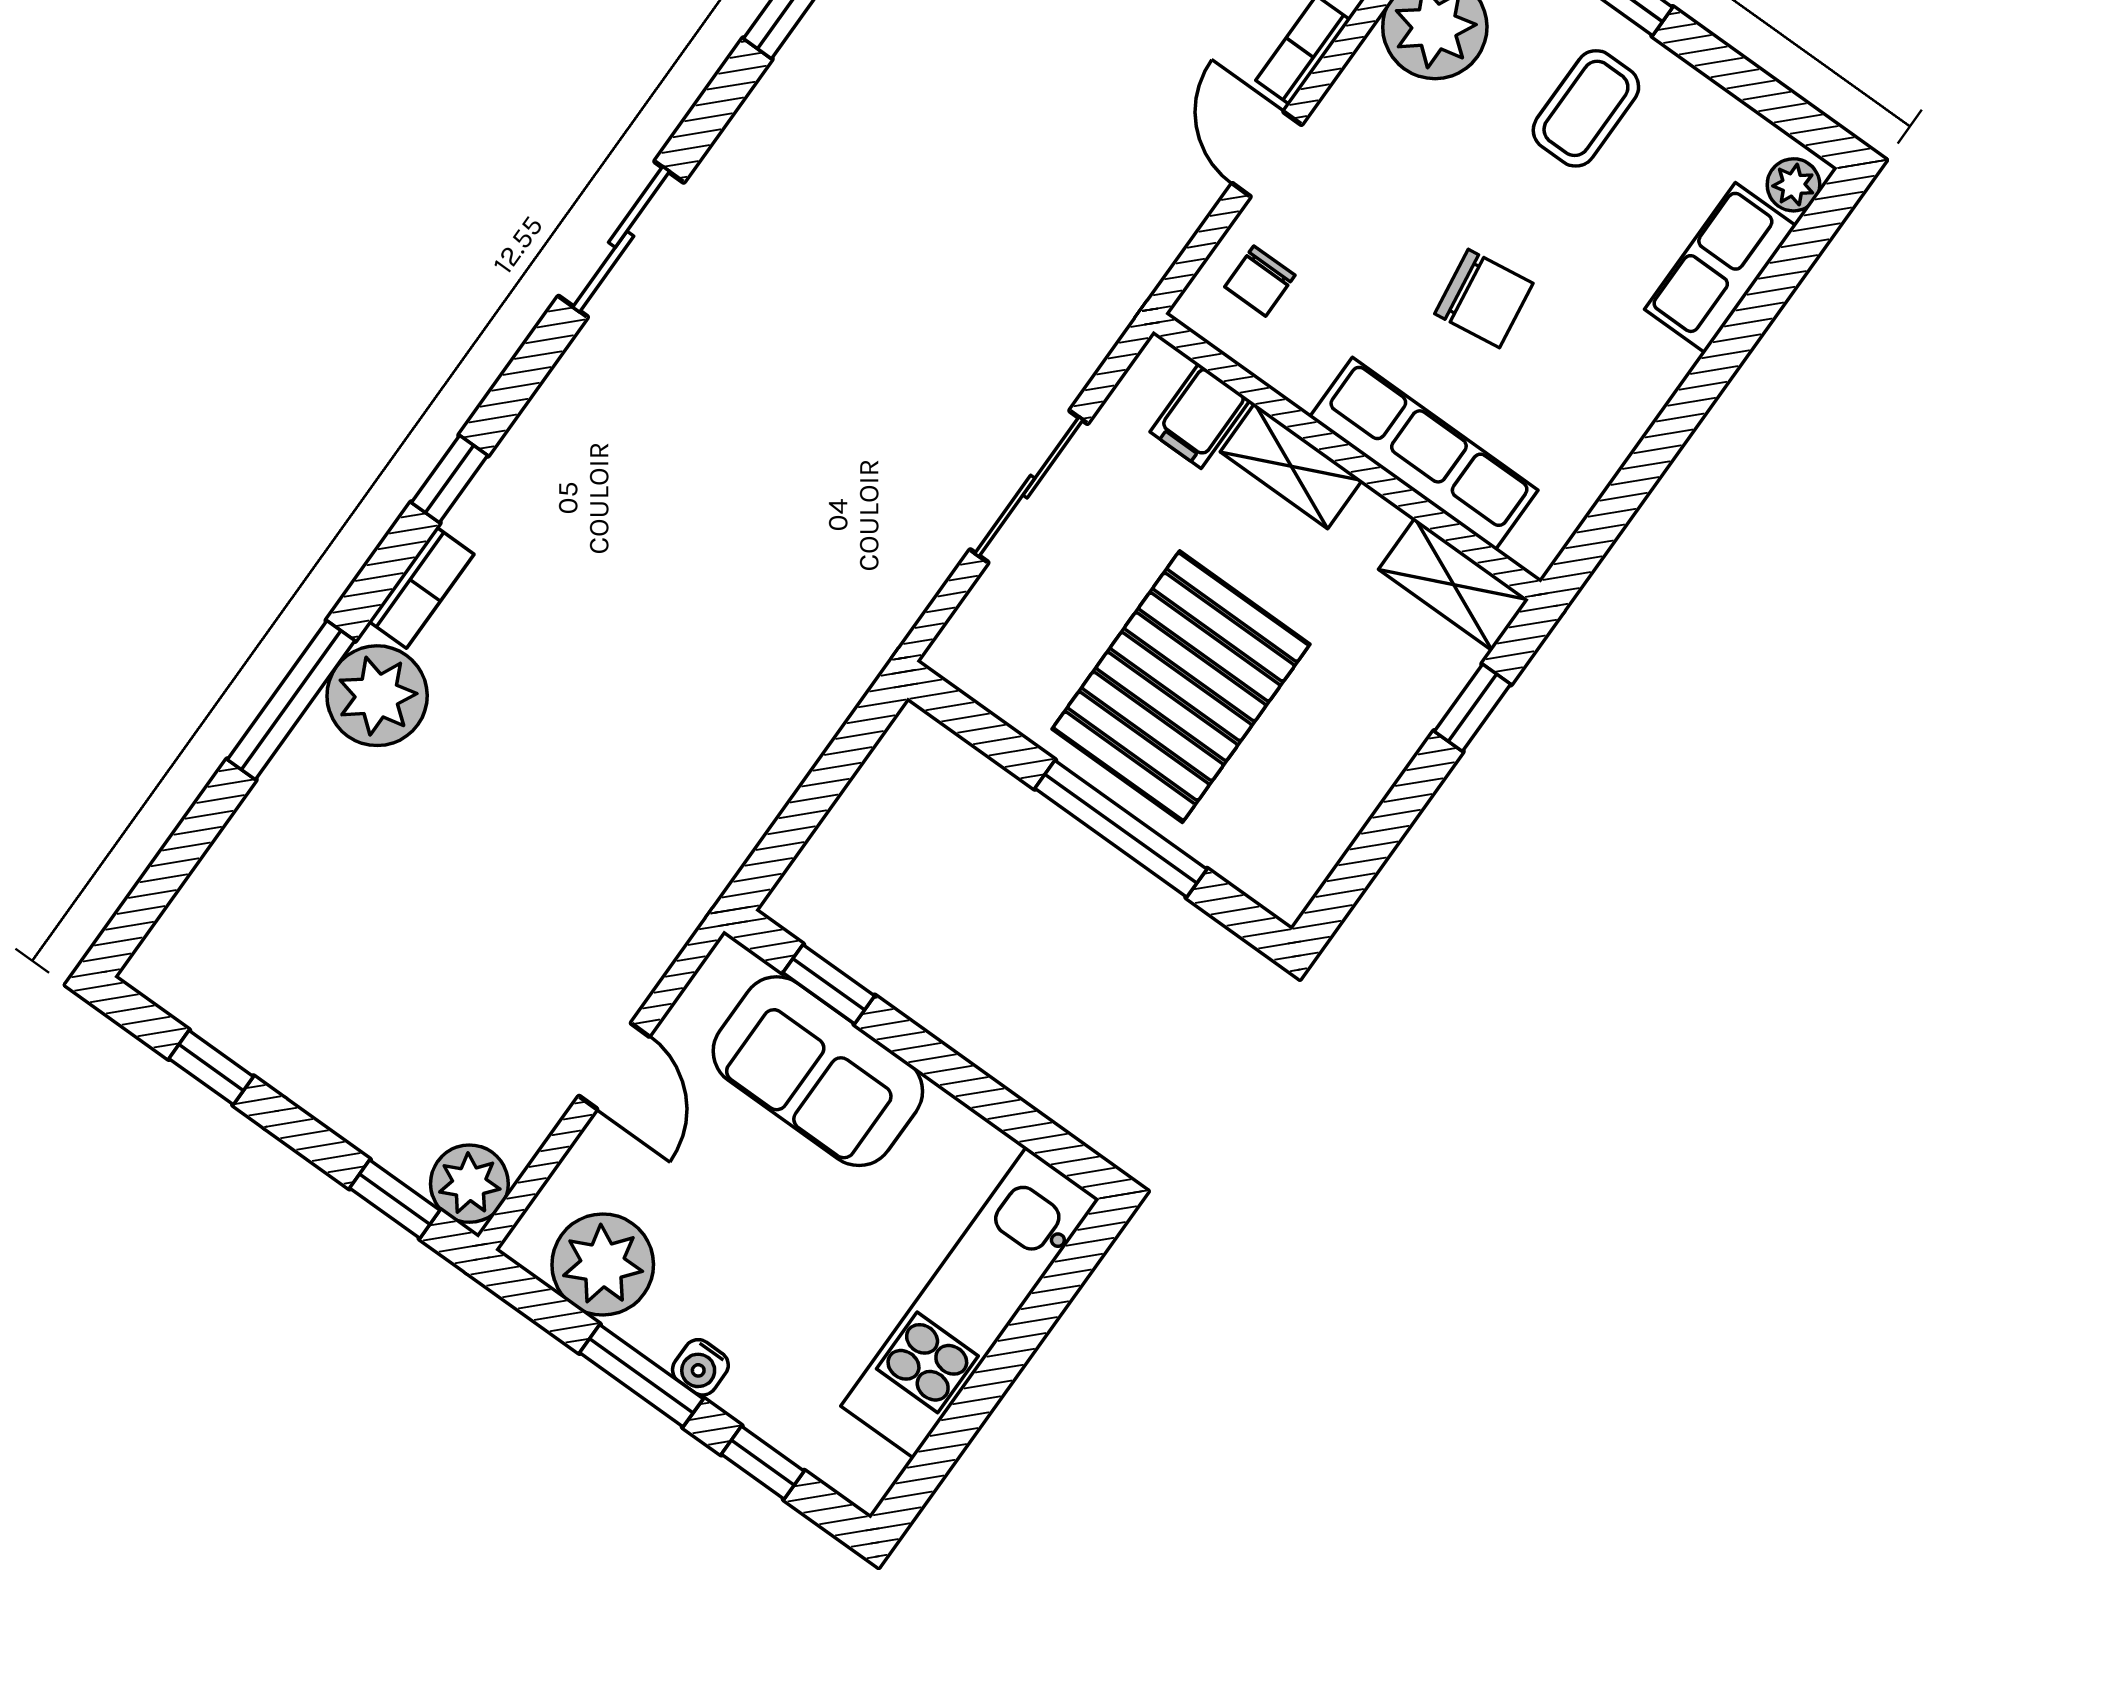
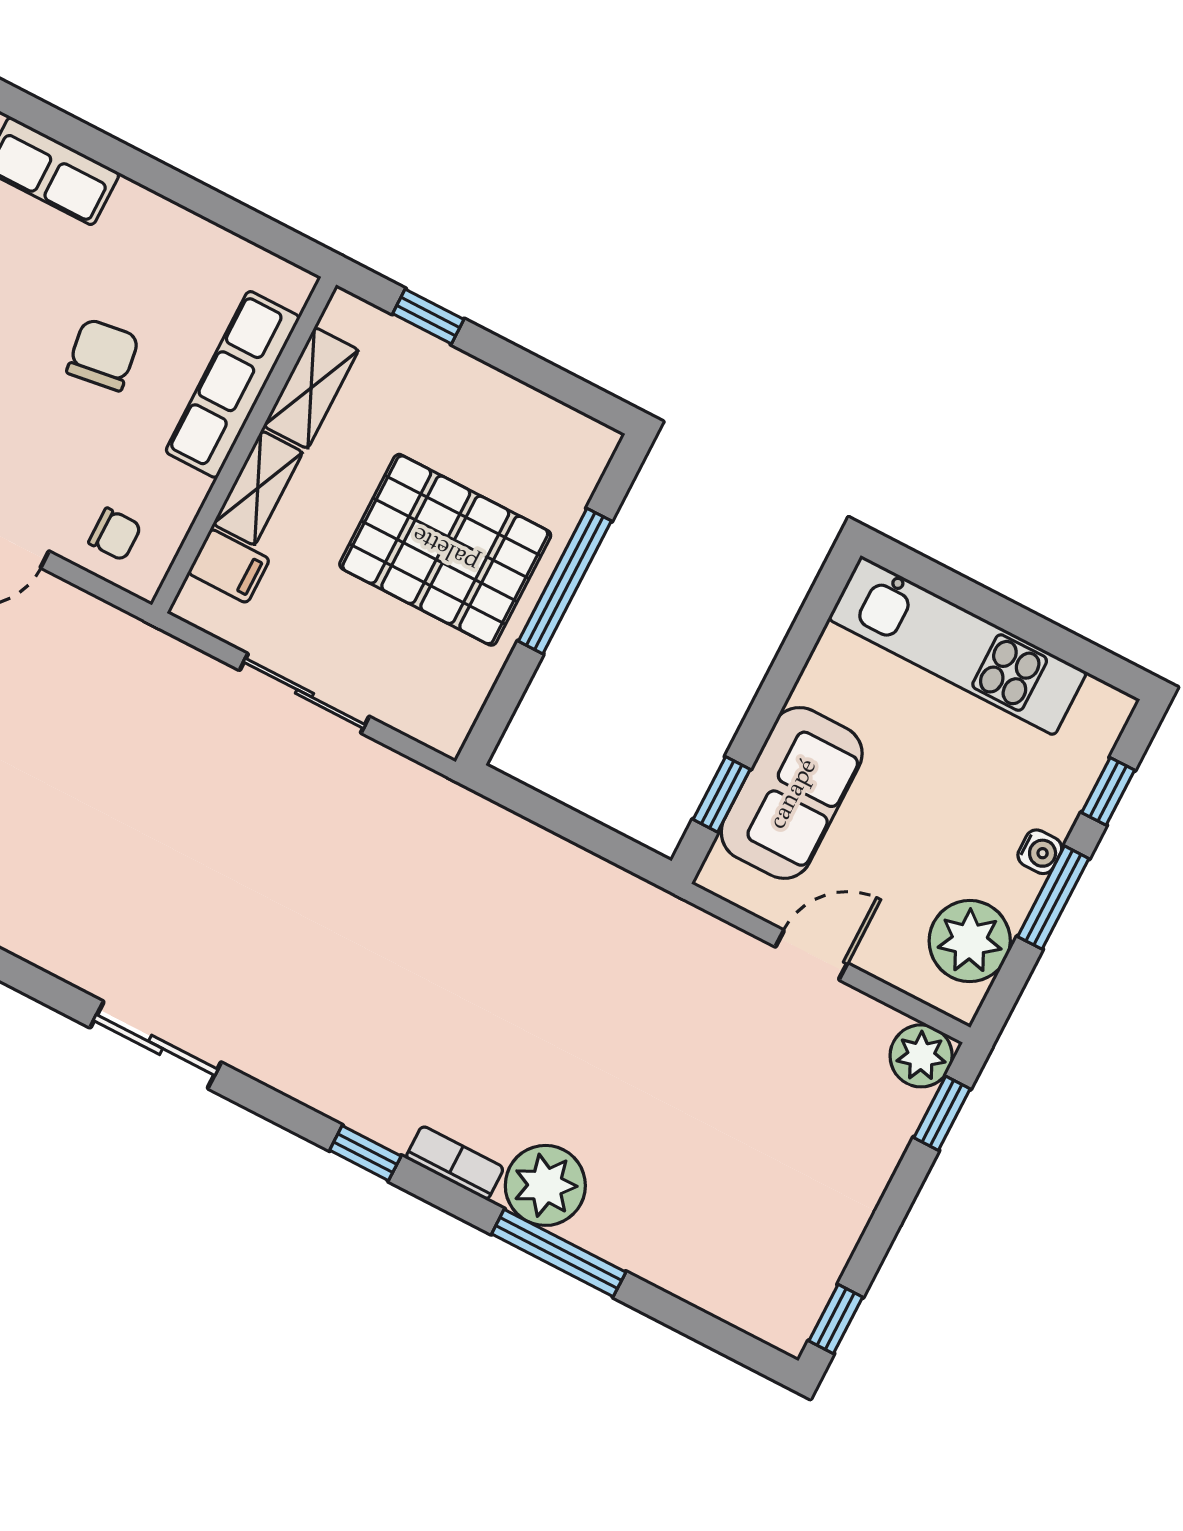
shelving: (1454, 584) -> (311, 388), moved
window: (211, 1068) -> (836, 1319), moved

